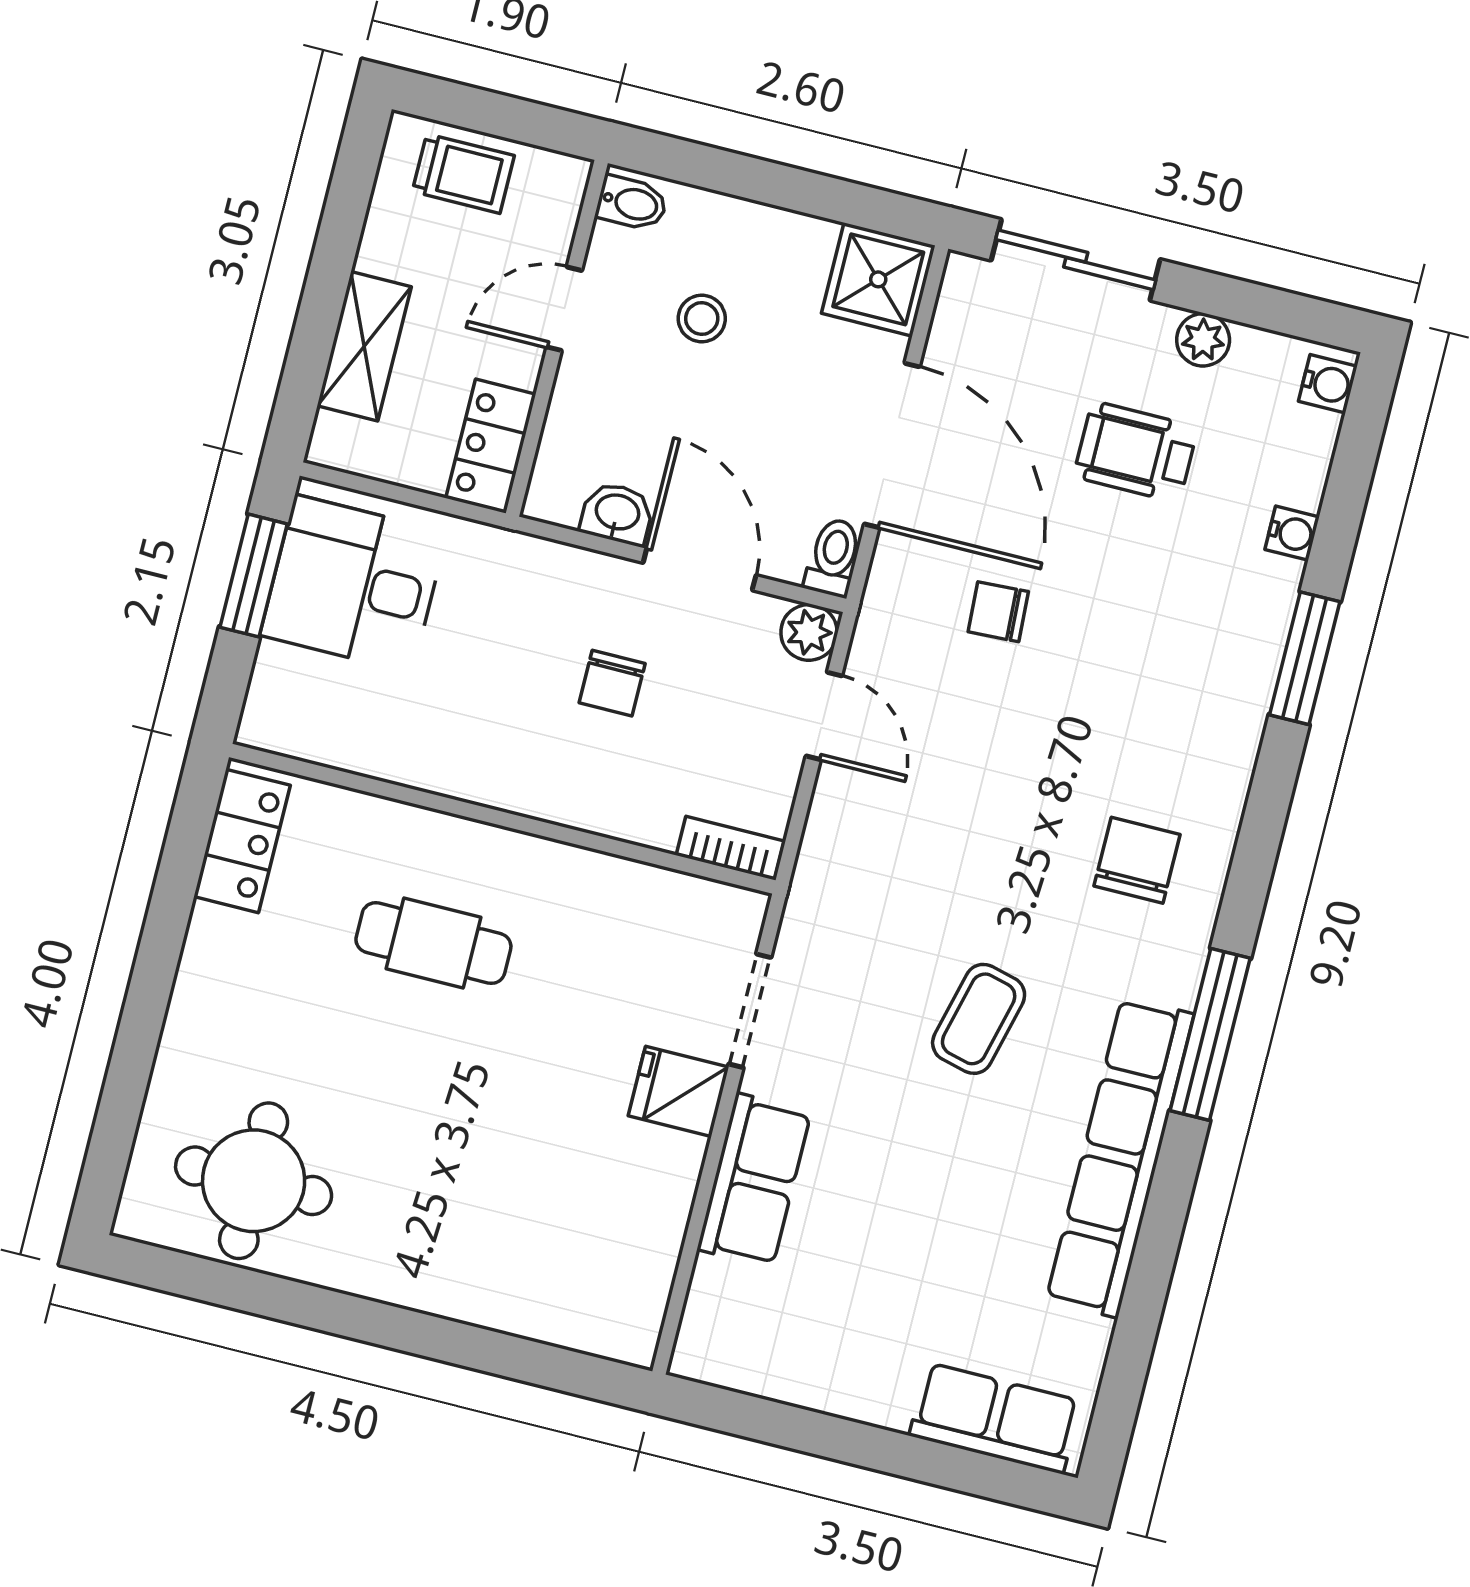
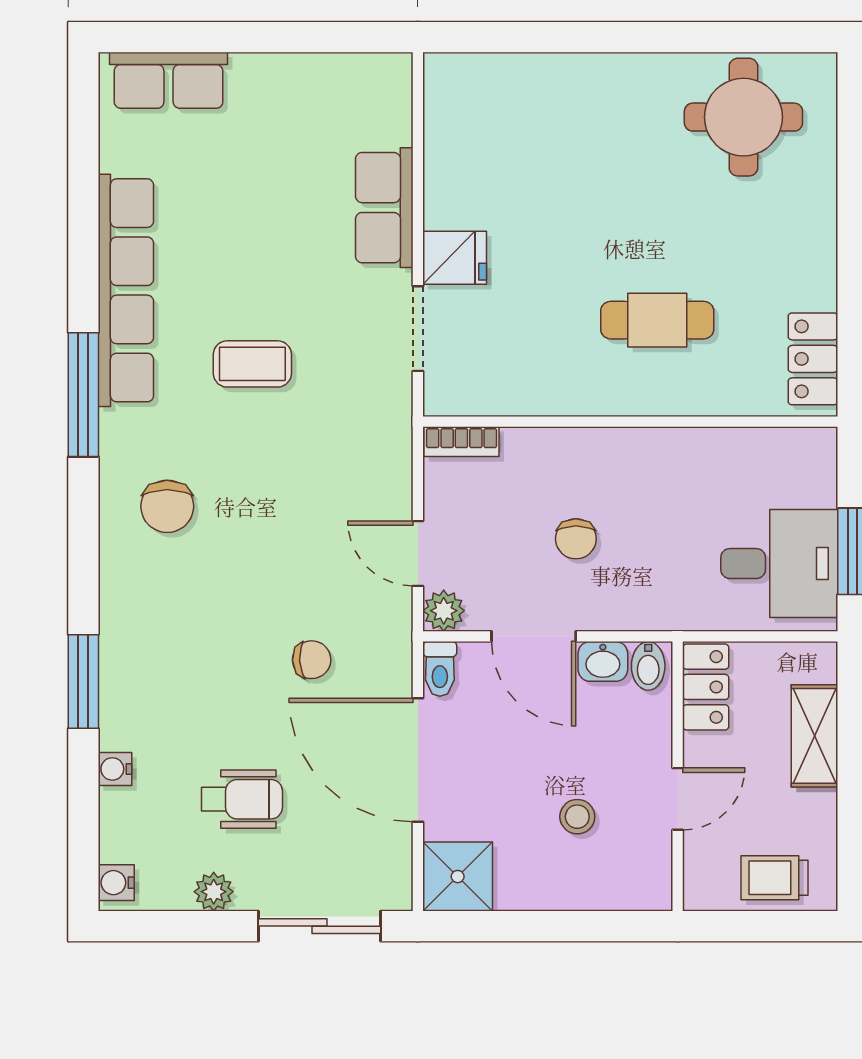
bidet: (632, 203) -> (648, 666), moved, turned -90
chair: (612, 683) -> (576, 539), turned 180
coffee table: (979, 1019) -> (252, 364), turned 76

